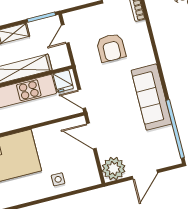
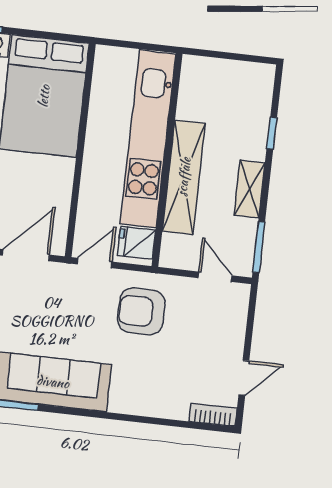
armchair: (111, 48) -> (141, 311), moved

